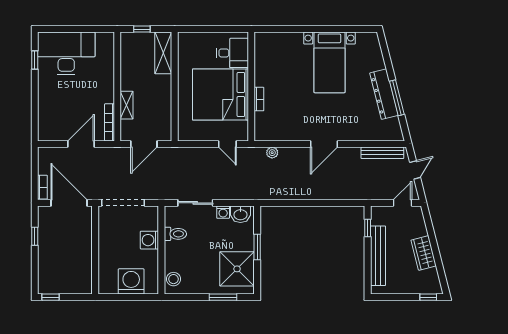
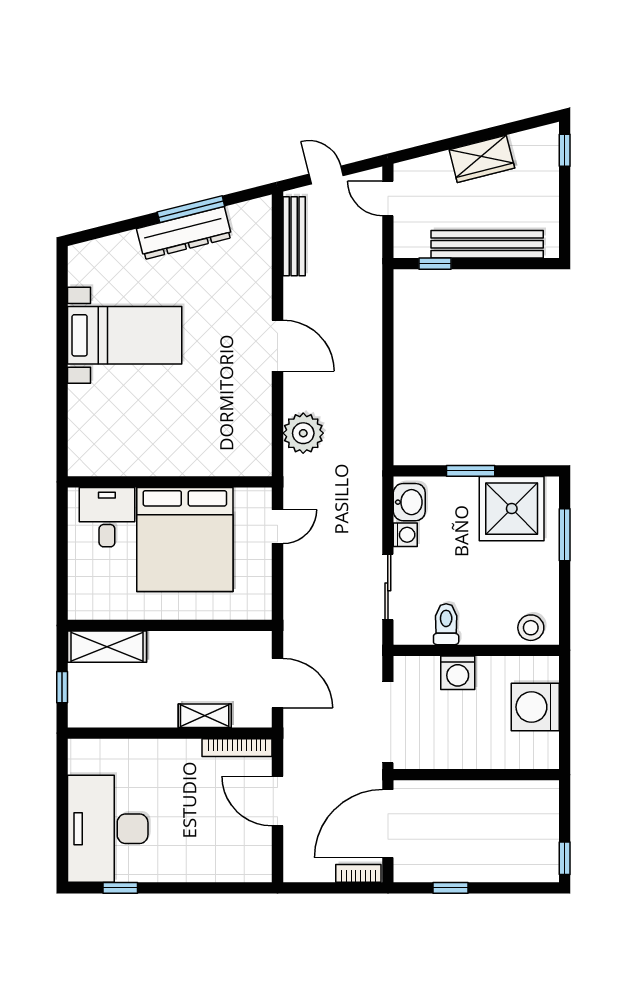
bookcase: (259, 99) -> (193, 467), removed
plant: (272, 153) -> (303, 433), width x1.87, depth x1.87

